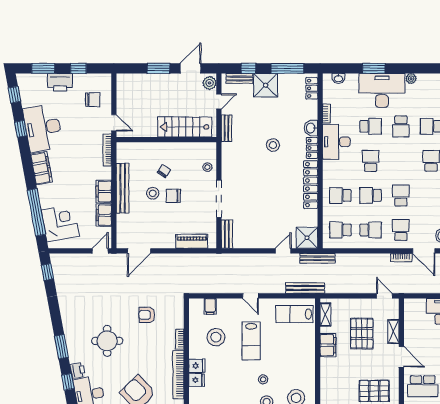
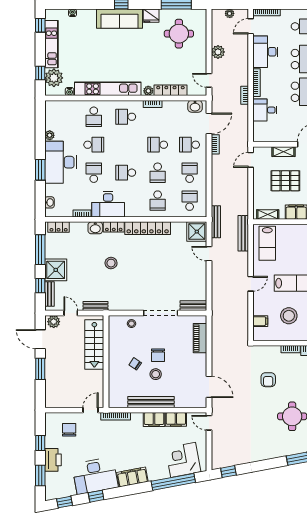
school desk: (340, 230) -> (190, 201), turned 180

